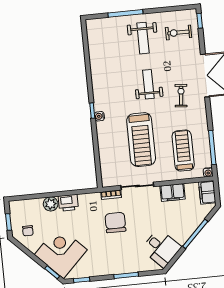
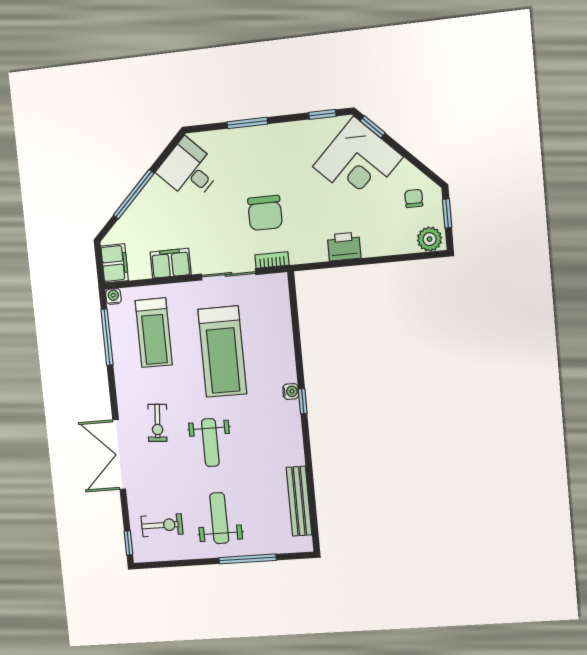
bench: (94, 50) -> (299, 501), added
treadmill: (141, 140) -> (222, 352), turned 180
plant: (51, 204) -> (430, 239), moved

